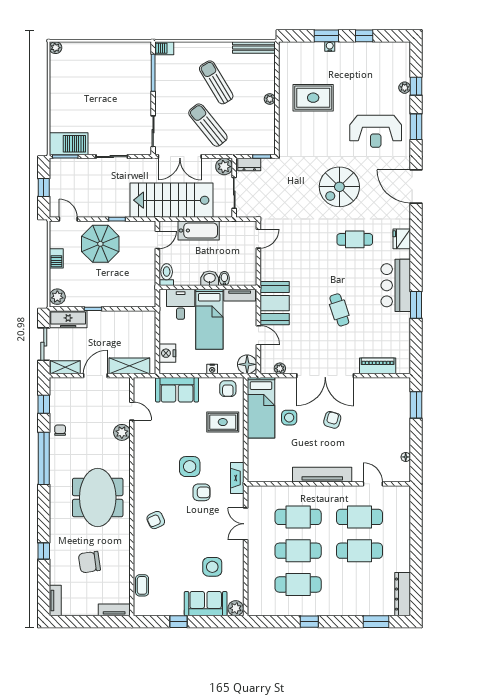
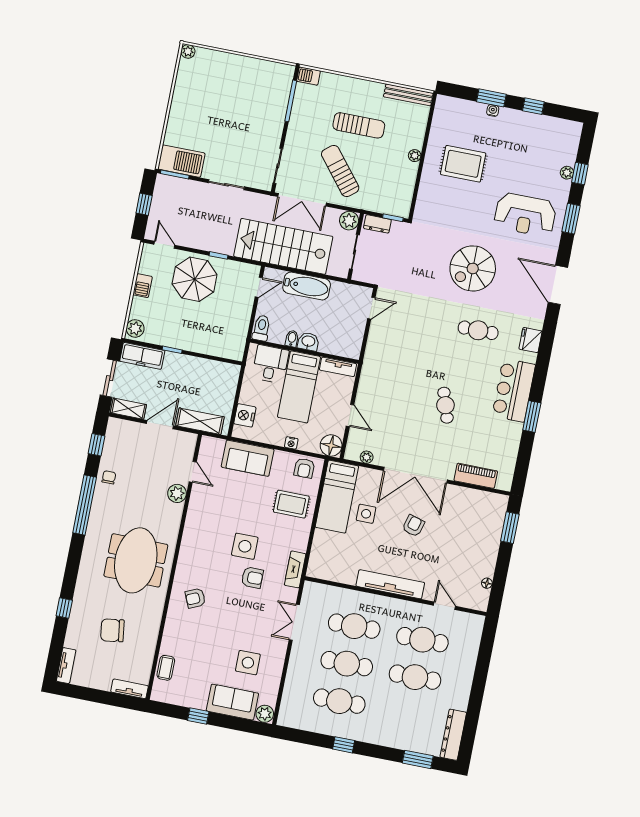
sun lounger: (216, 82) -> (359, 125), turned 121
bidet: (224, 279) -> (292, 339), moved
booth: (275, 303) -> (375, 383), removed

